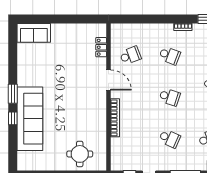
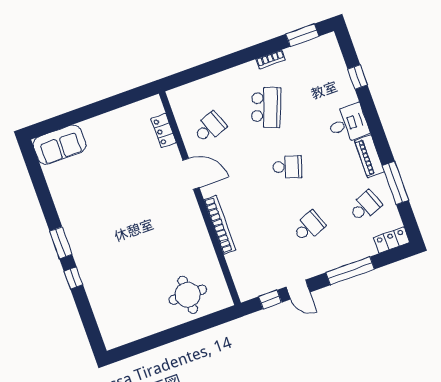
school desk: (170, 55) -> (266, 107), width x1.85
sofa: (30, 119) -> (98, 270), removed
school desk: (170, 139) -> (309, 227), turned -45

